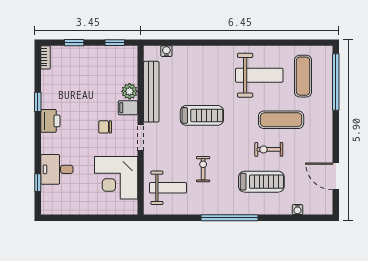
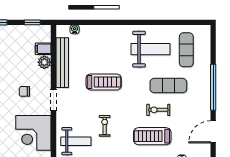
window: (336, 82) -> (213, 87), moved
filing cabinet: (128, 108) -> (43, 49), moved
door: (336, 176) -> (213, 132), hinge flipped
treadmill: (261, 182) -> (152, 136), turned 180

